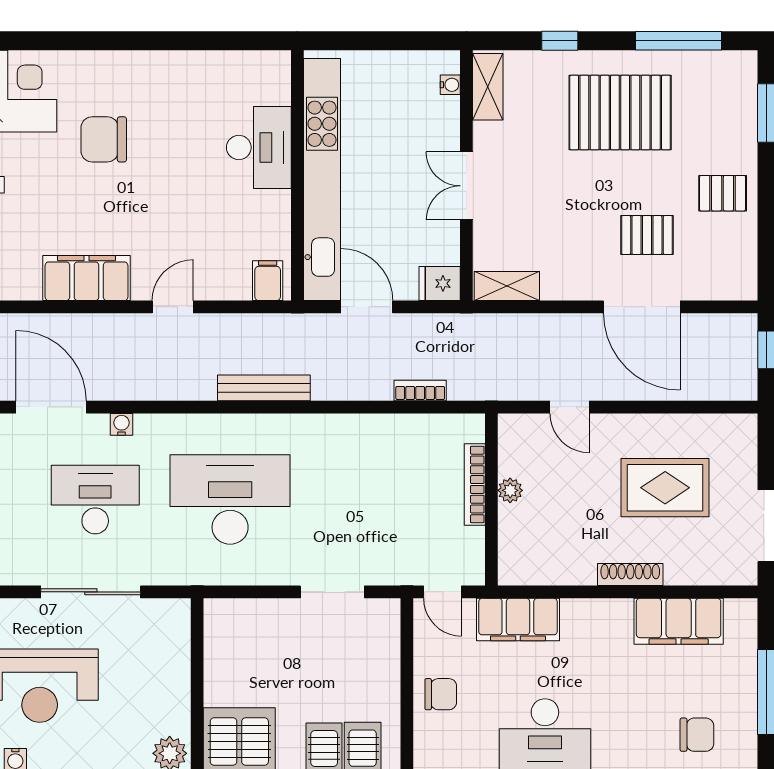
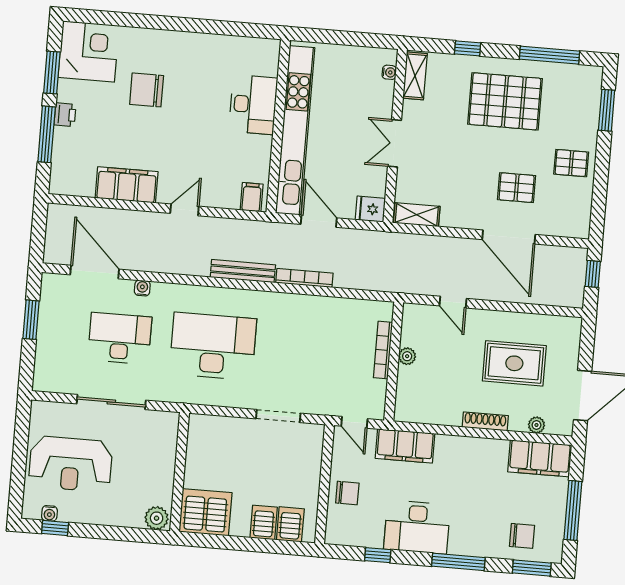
bookcase: (420, 390) -> (304, 278), moved, width x1.56
plant: (704, 574) -> (536, 425), added
filing cabinet: (679, 621) -> (540, 458), moved

